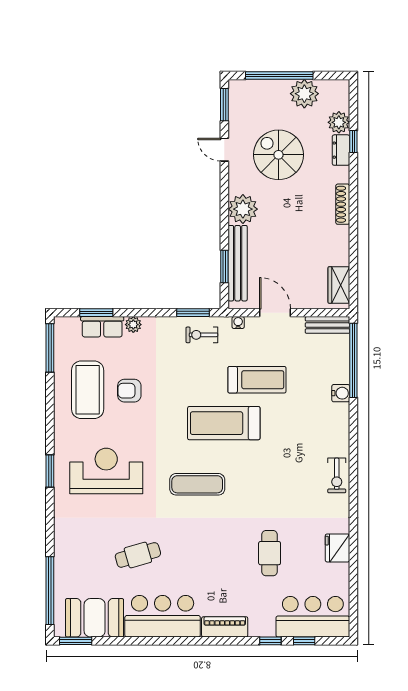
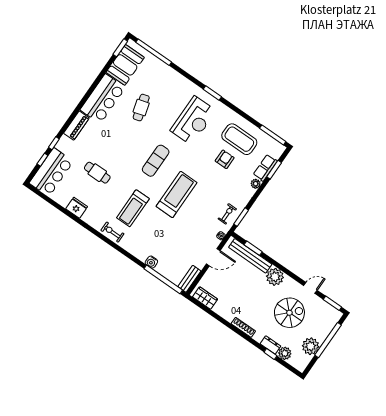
treadmill: (257, 380) -> (133, 208), moved

